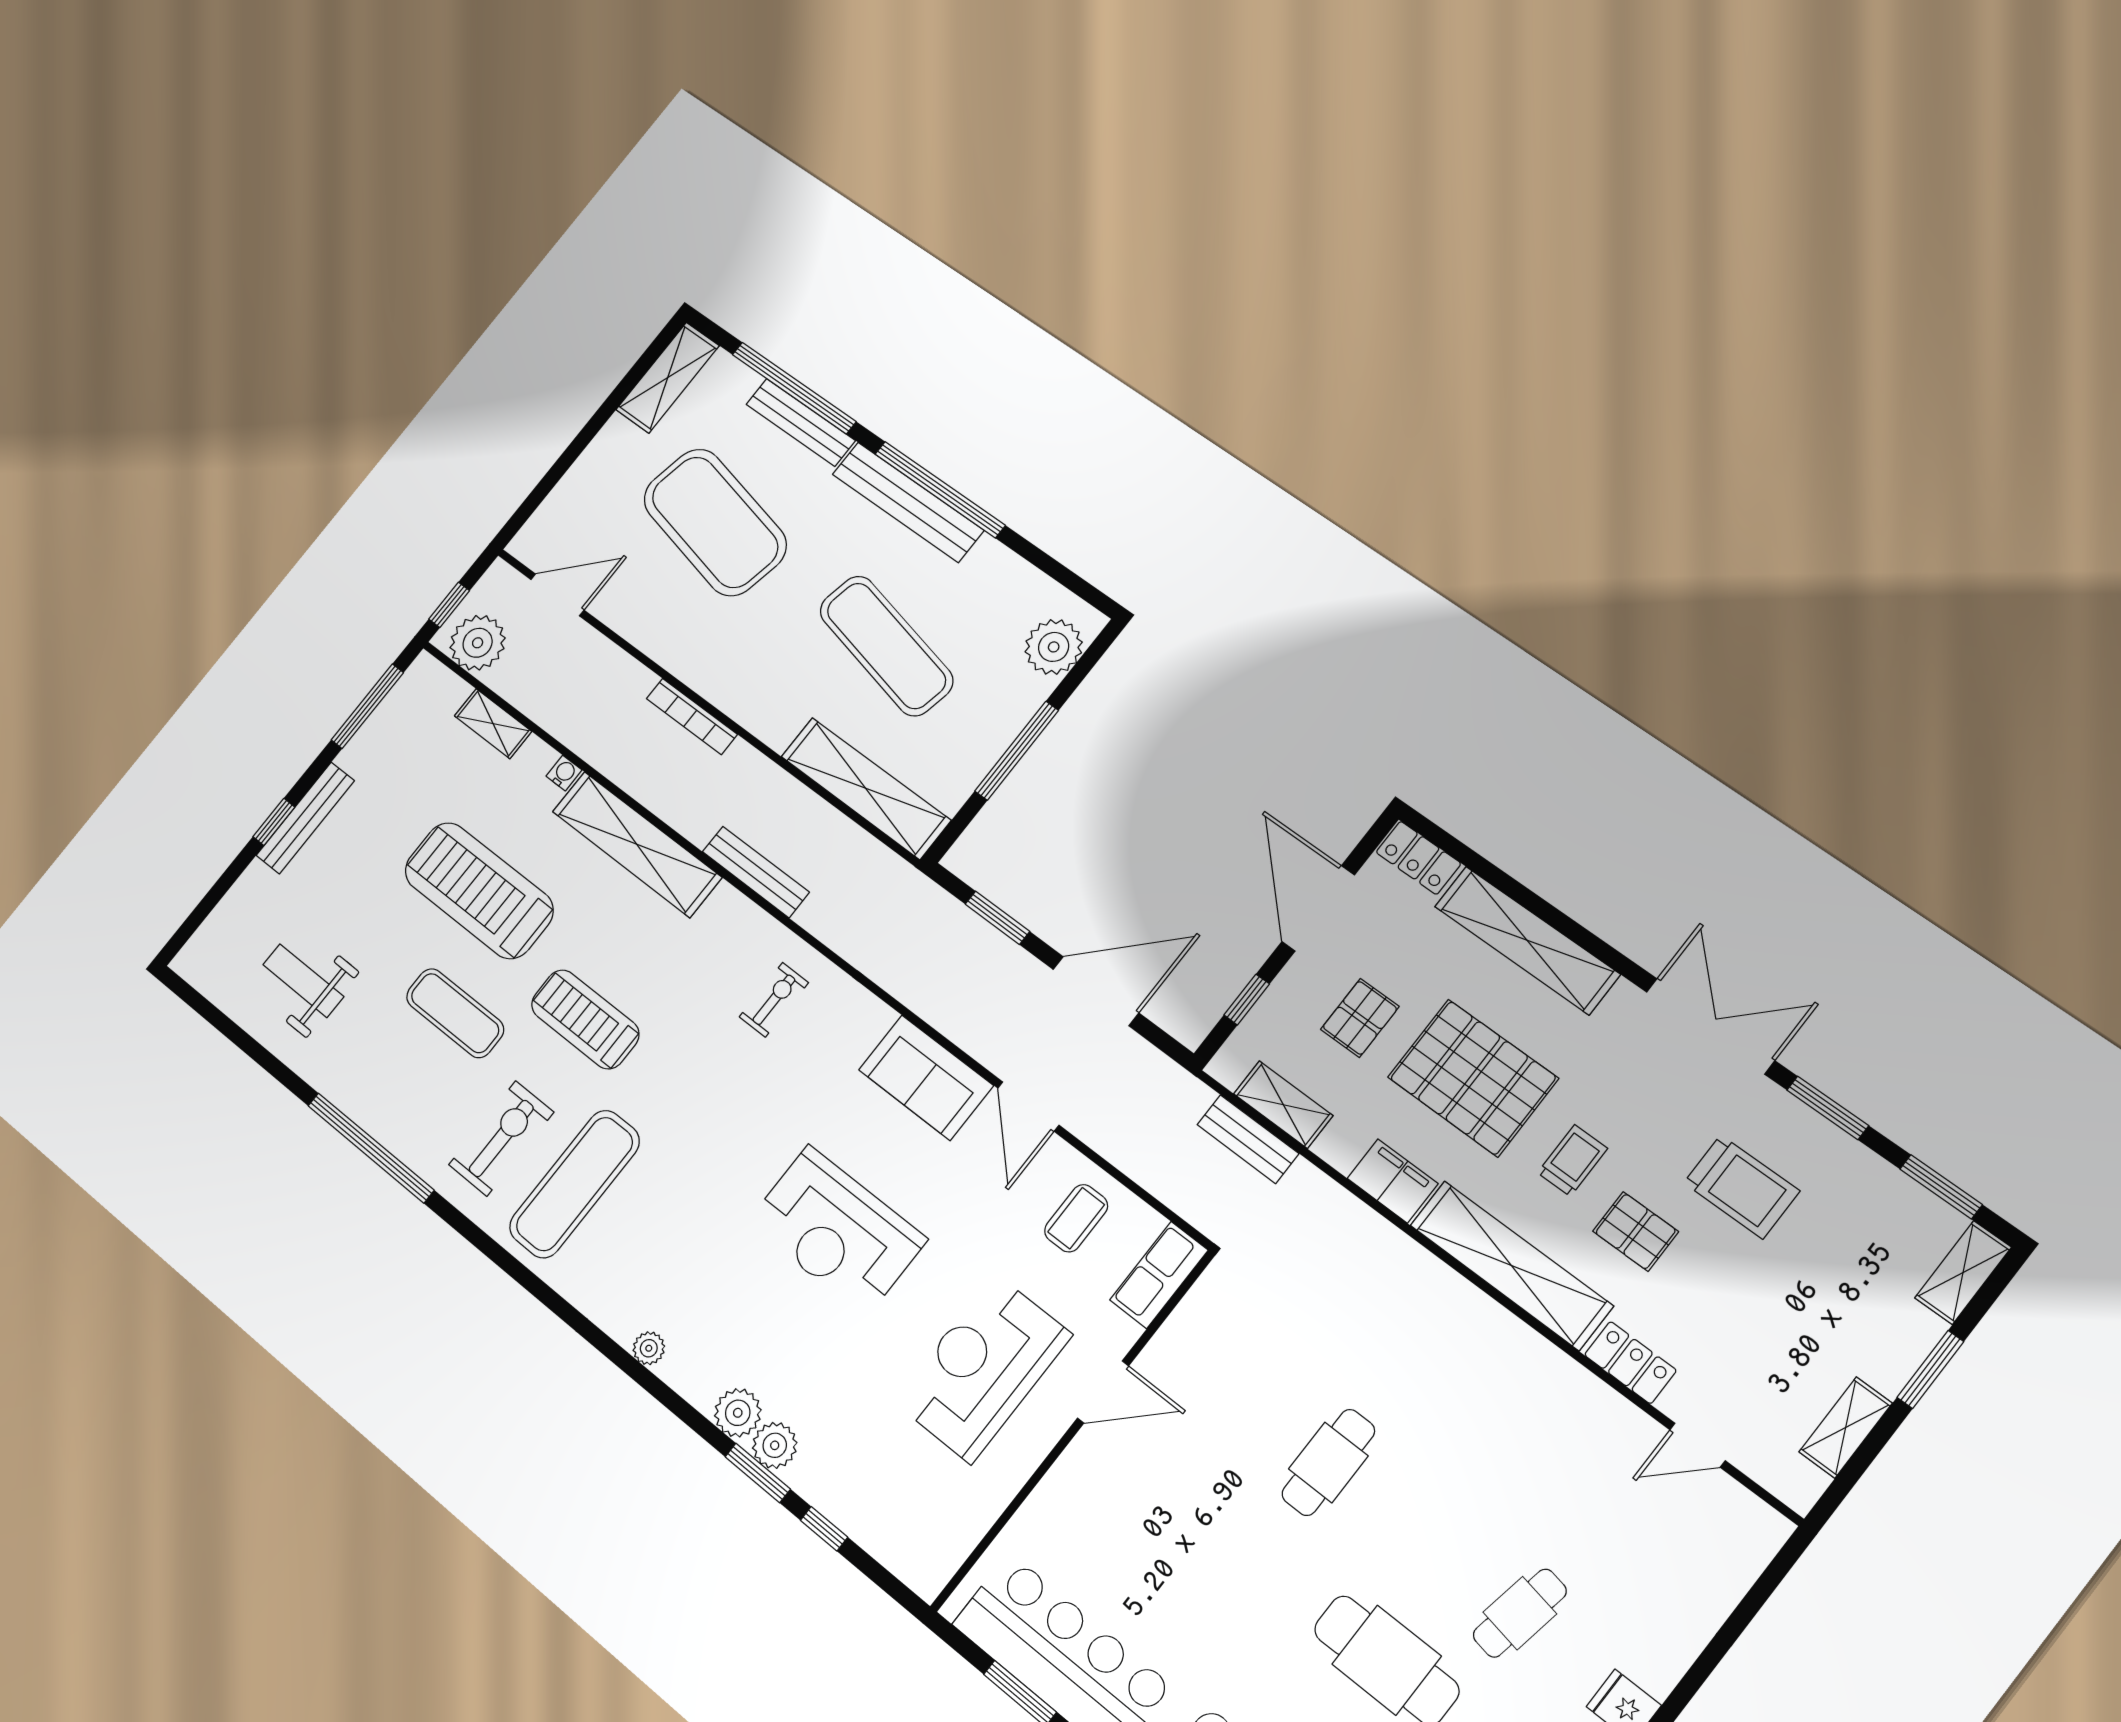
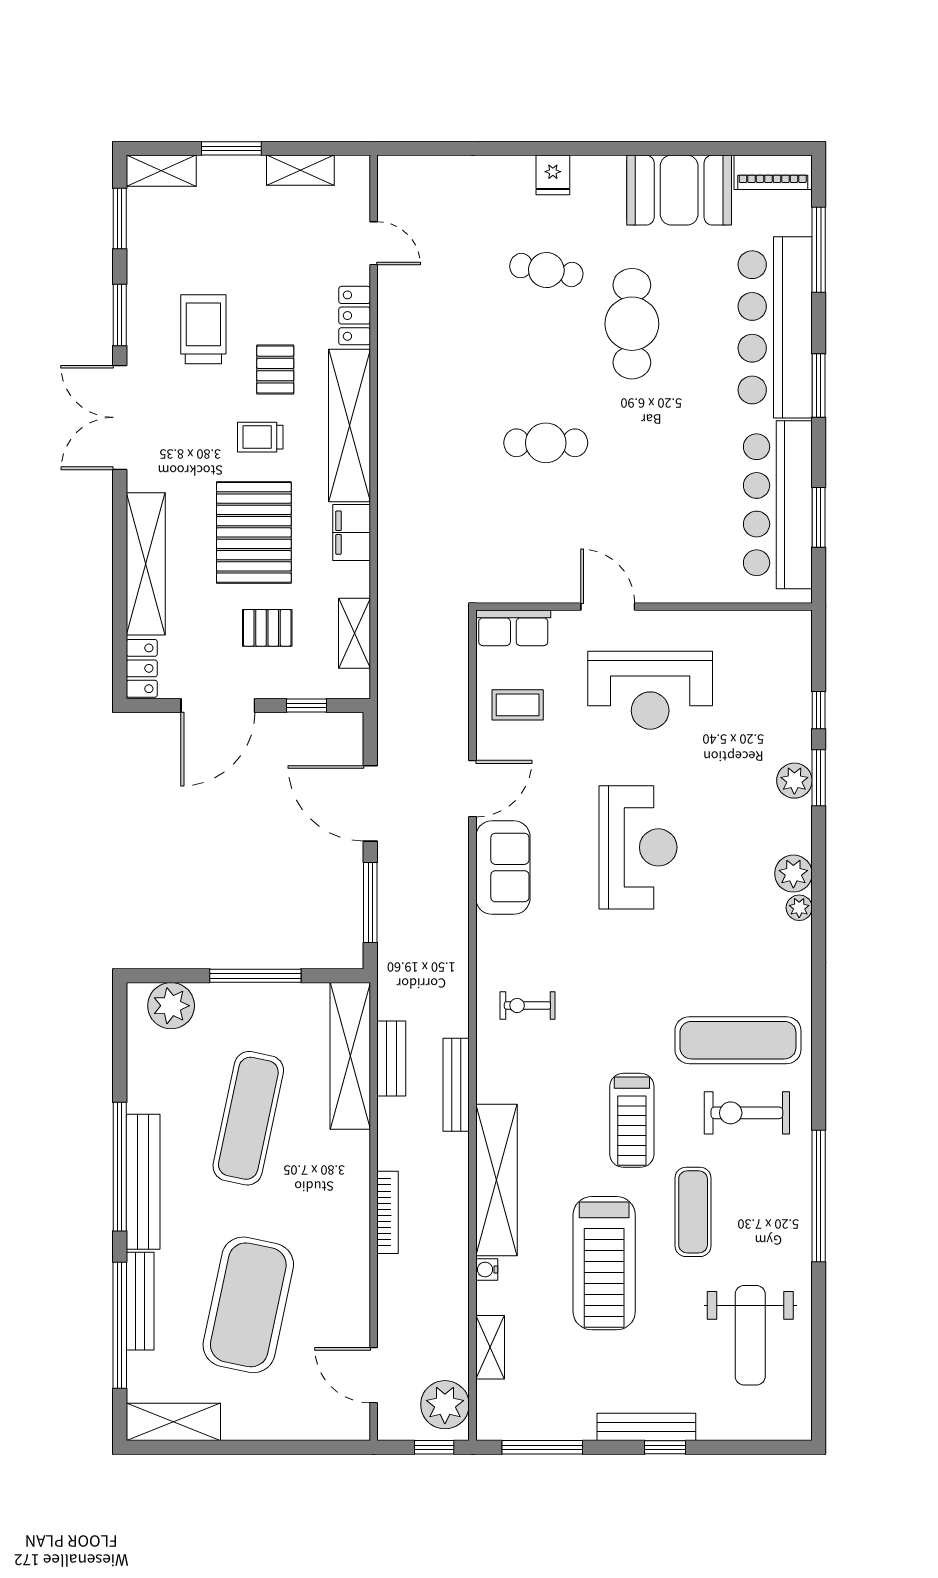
window: (997, 918) -> (370, 903), width x1.44
weight bench: (303, 981) -> (750, 1335), width x1.36, depth x1.33
bench: (1248, 1139) -> (391, 1058), moved
plant: (738, 1413) -> (793, 874), moved

